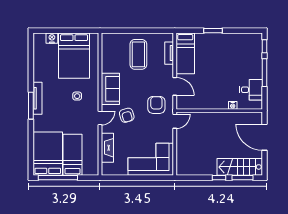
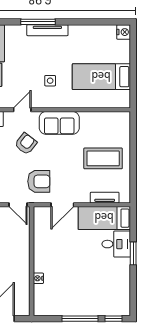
nightstand: (52, 38) -> (124, 32), moved
bed: (74, 56) -> (101, 77), width x0.67
desk: (251, 90) -> (116, 244), moved, turned -90
armchair: (127, 115) -> (26, 144), turned 144
door: (100, 118) -> (22, 110), swing flipped

